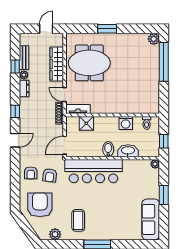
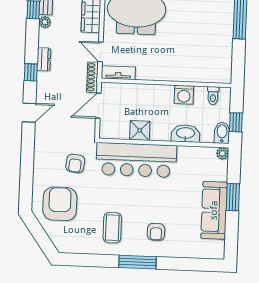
dresser: (24, 88) -> (44, 59), moved
shower: (86, 123) -> (140, 130), moved
door: (65, 145) -> (98, 106), moved
bidet: (108, 149) -> (222, 133), moved
armchair: (31, 173) -> (156, 232), moved
sofa: (151, 219) -> (214, 210), moved
plant: (55, 234) -> (79, 246), removed

